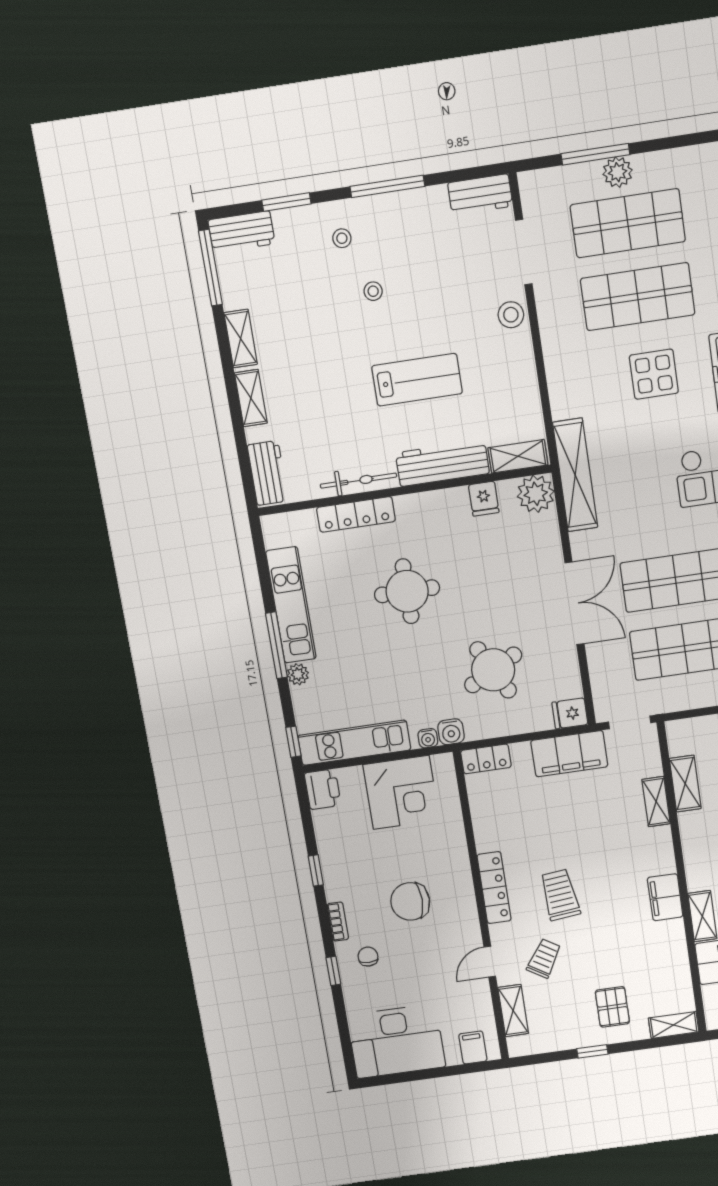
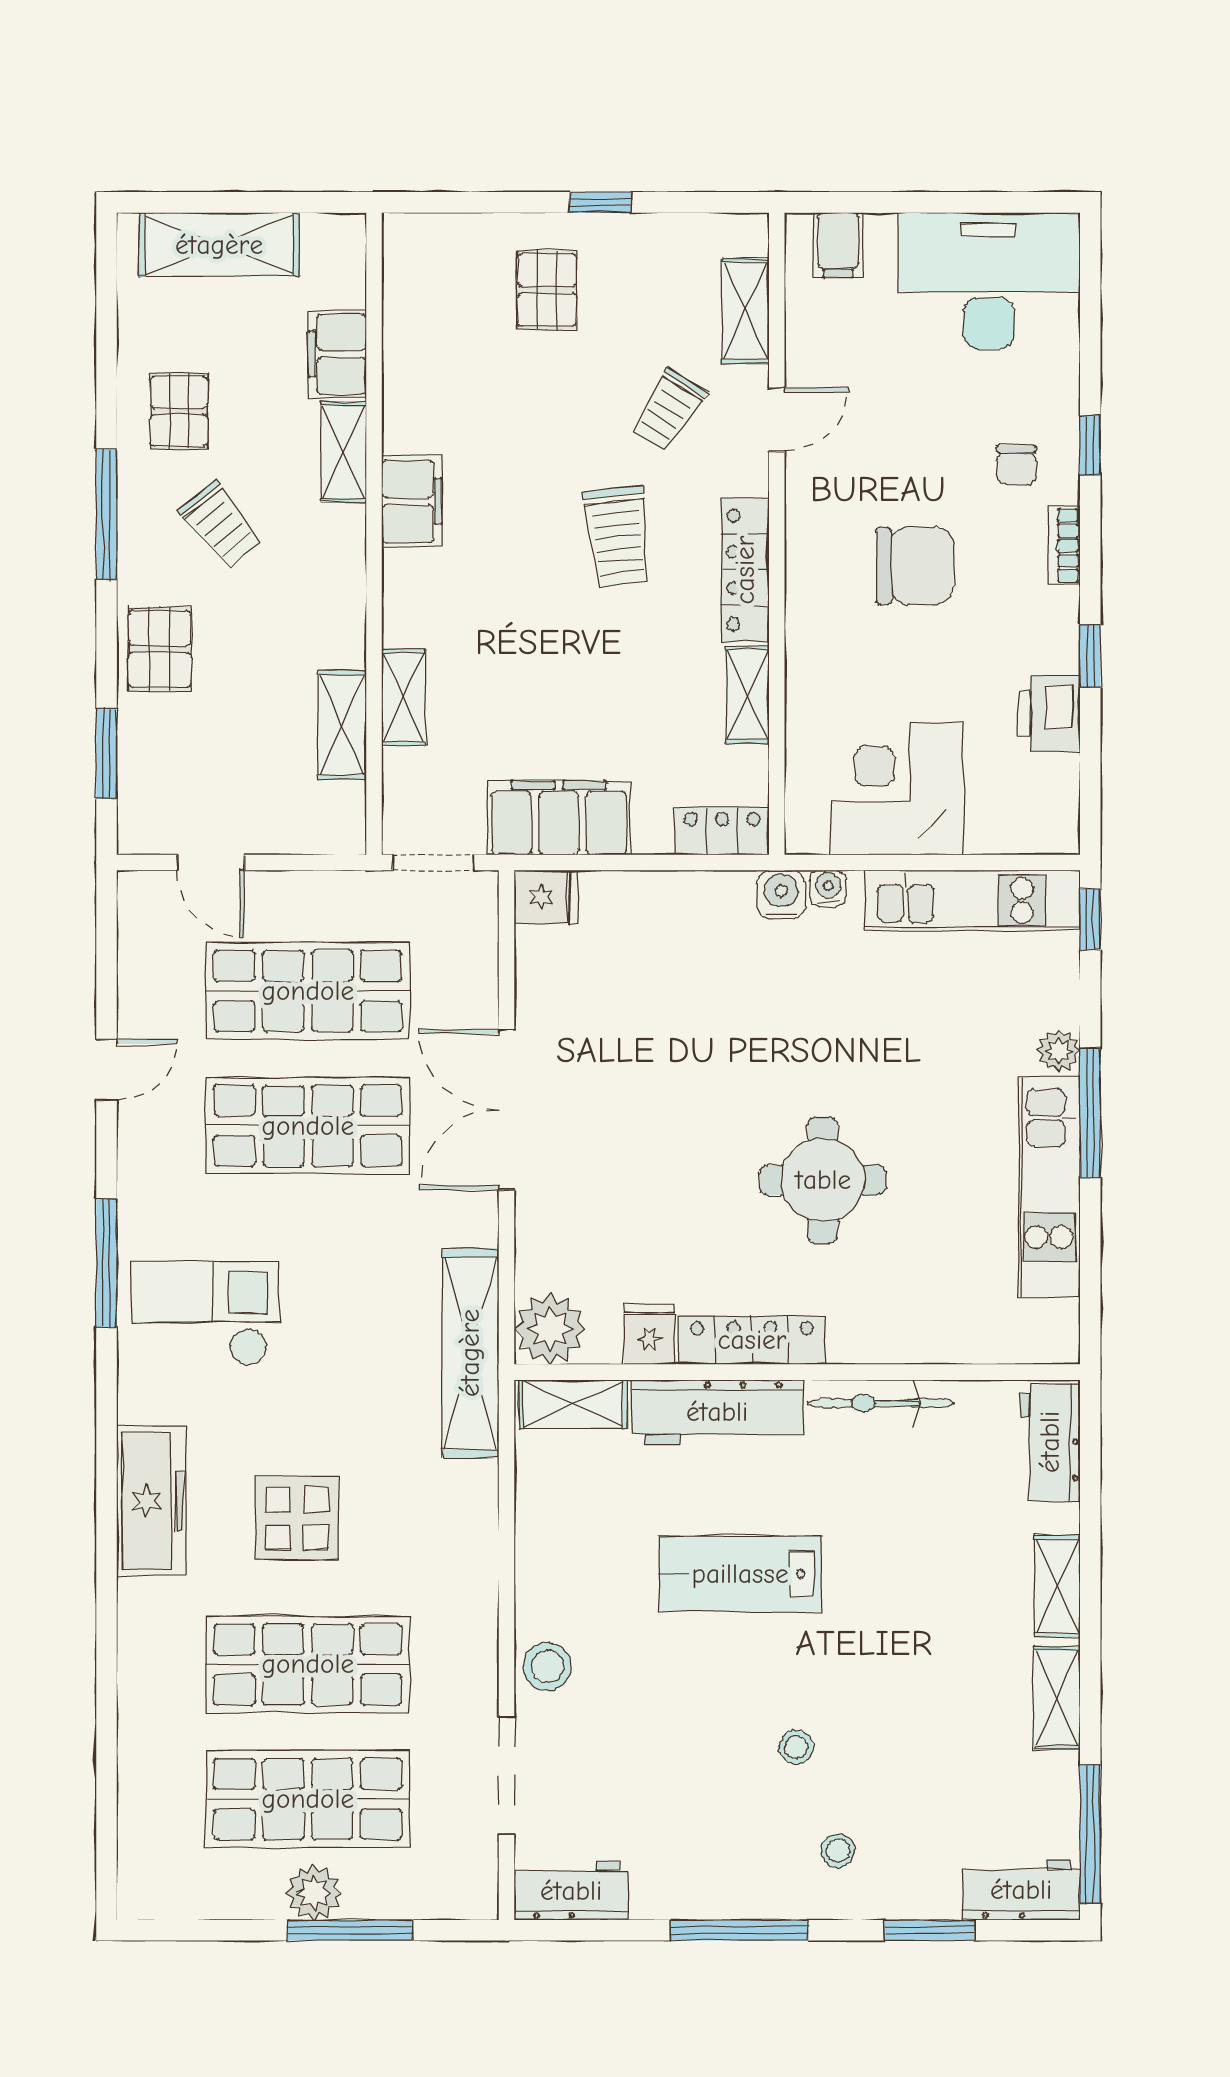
locker: (356, 514) -> (752, 1340), moved
round table: (493, 670) -> (681, 1004), removed
printer: (323, 789) -> (1049, 714), moved
shelving: (674, 1025) -> (747, 695), moved, turned 90

